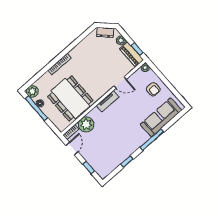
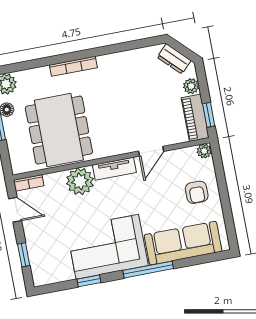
door: (120, 83) -> (151, 151), hinge flipped
plant: (86, 124) -> (80, 181), moved
corner sofa: (126, 140) -> (107, 247), added
door: (72, 149) -> (15, 210), hinge flipped

